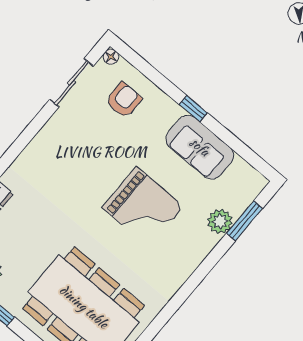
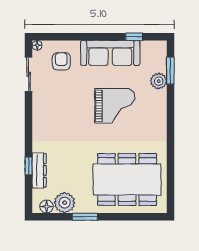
window: (193, 109) -> (134, 37), moved
sofa: (200, 147) -> (110, 53), width x1.36

